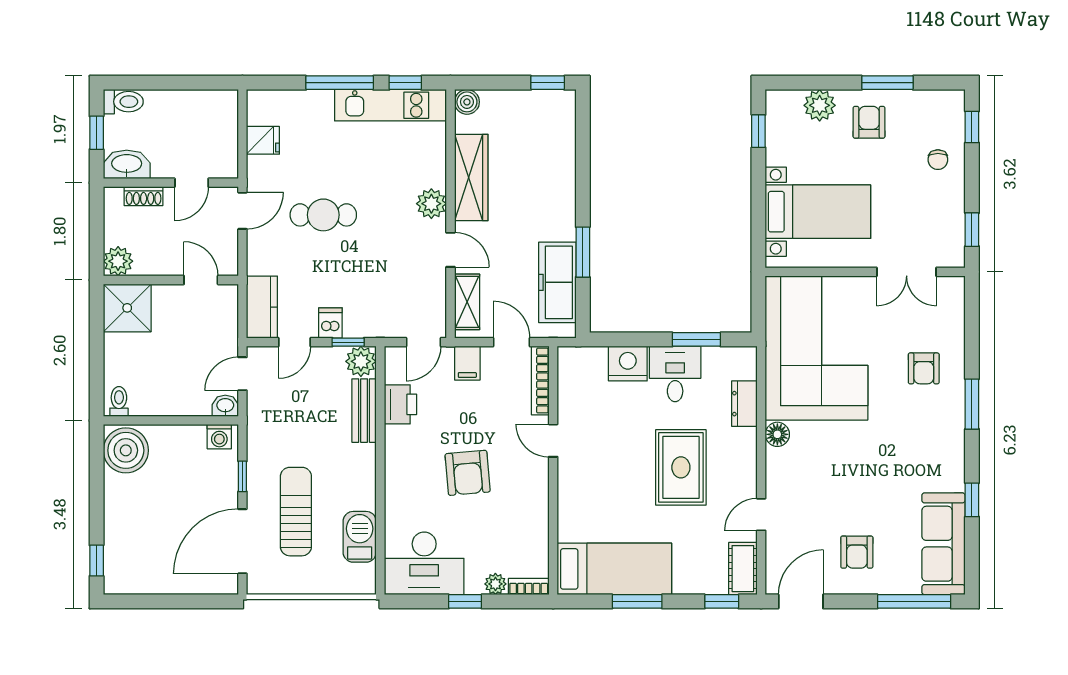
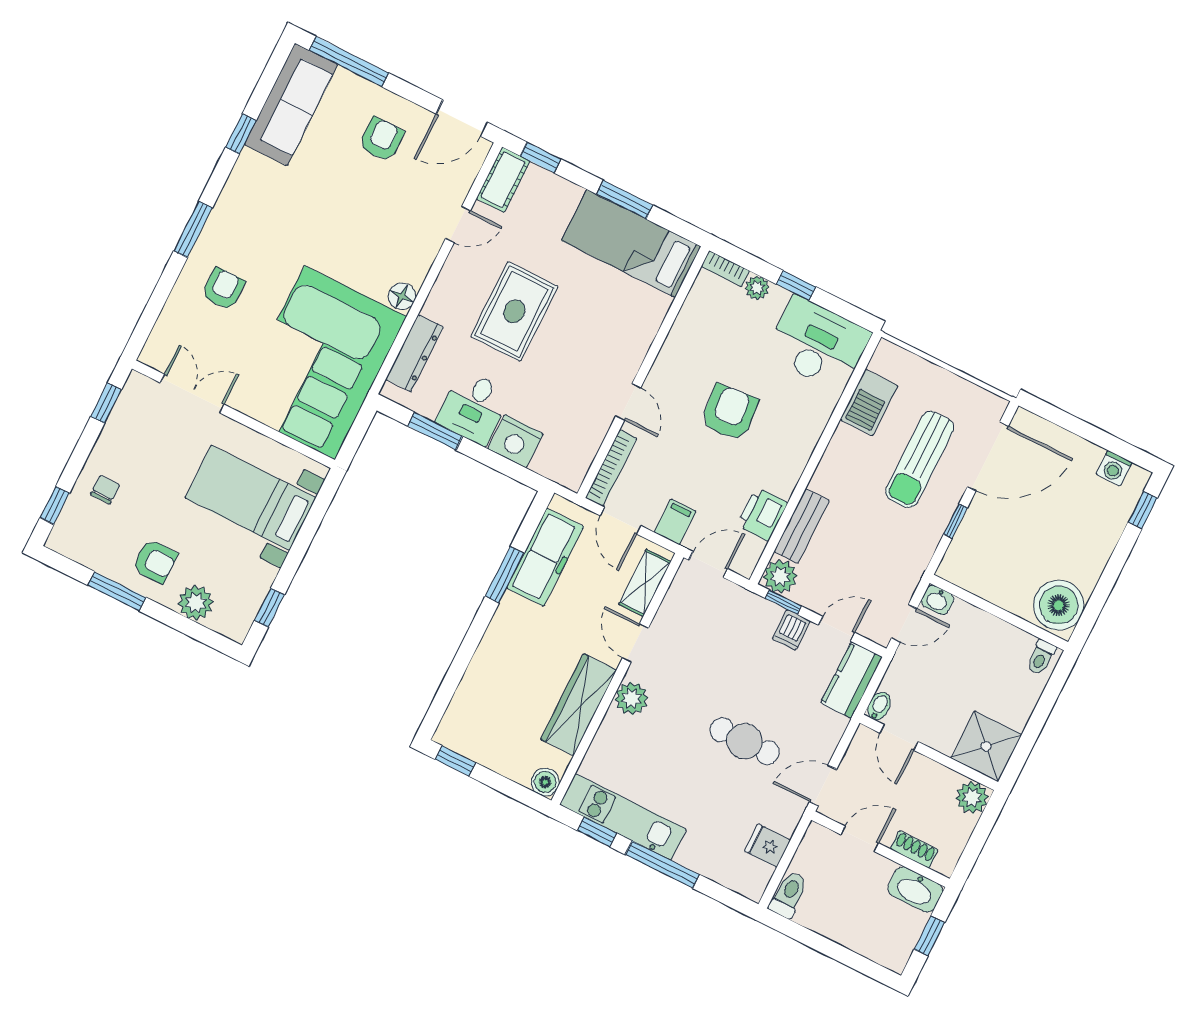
toilet: (123, 102) -> (789, 895), moved, turned 90
armchair: (869, 122) -> (155, 561), turned -90
bidet: (229, 297) -> (879, 706), added
dresser: (744, 404) -> (414, 353), width x1.44
washing machine: (219, 437) -> (1114, 468), moved, turned 180

